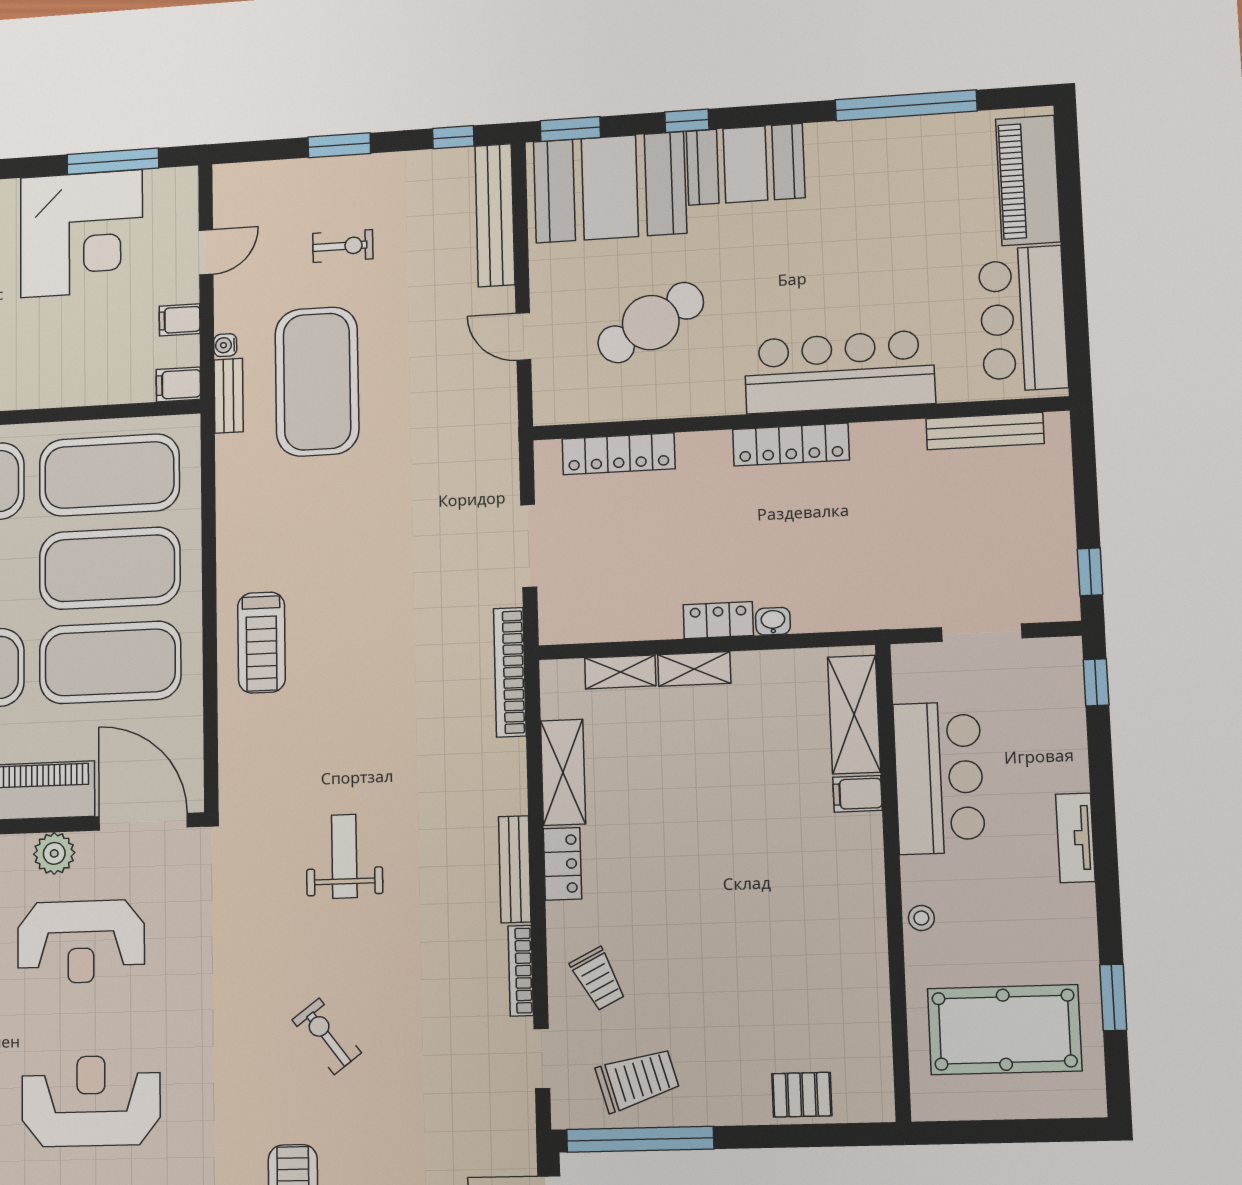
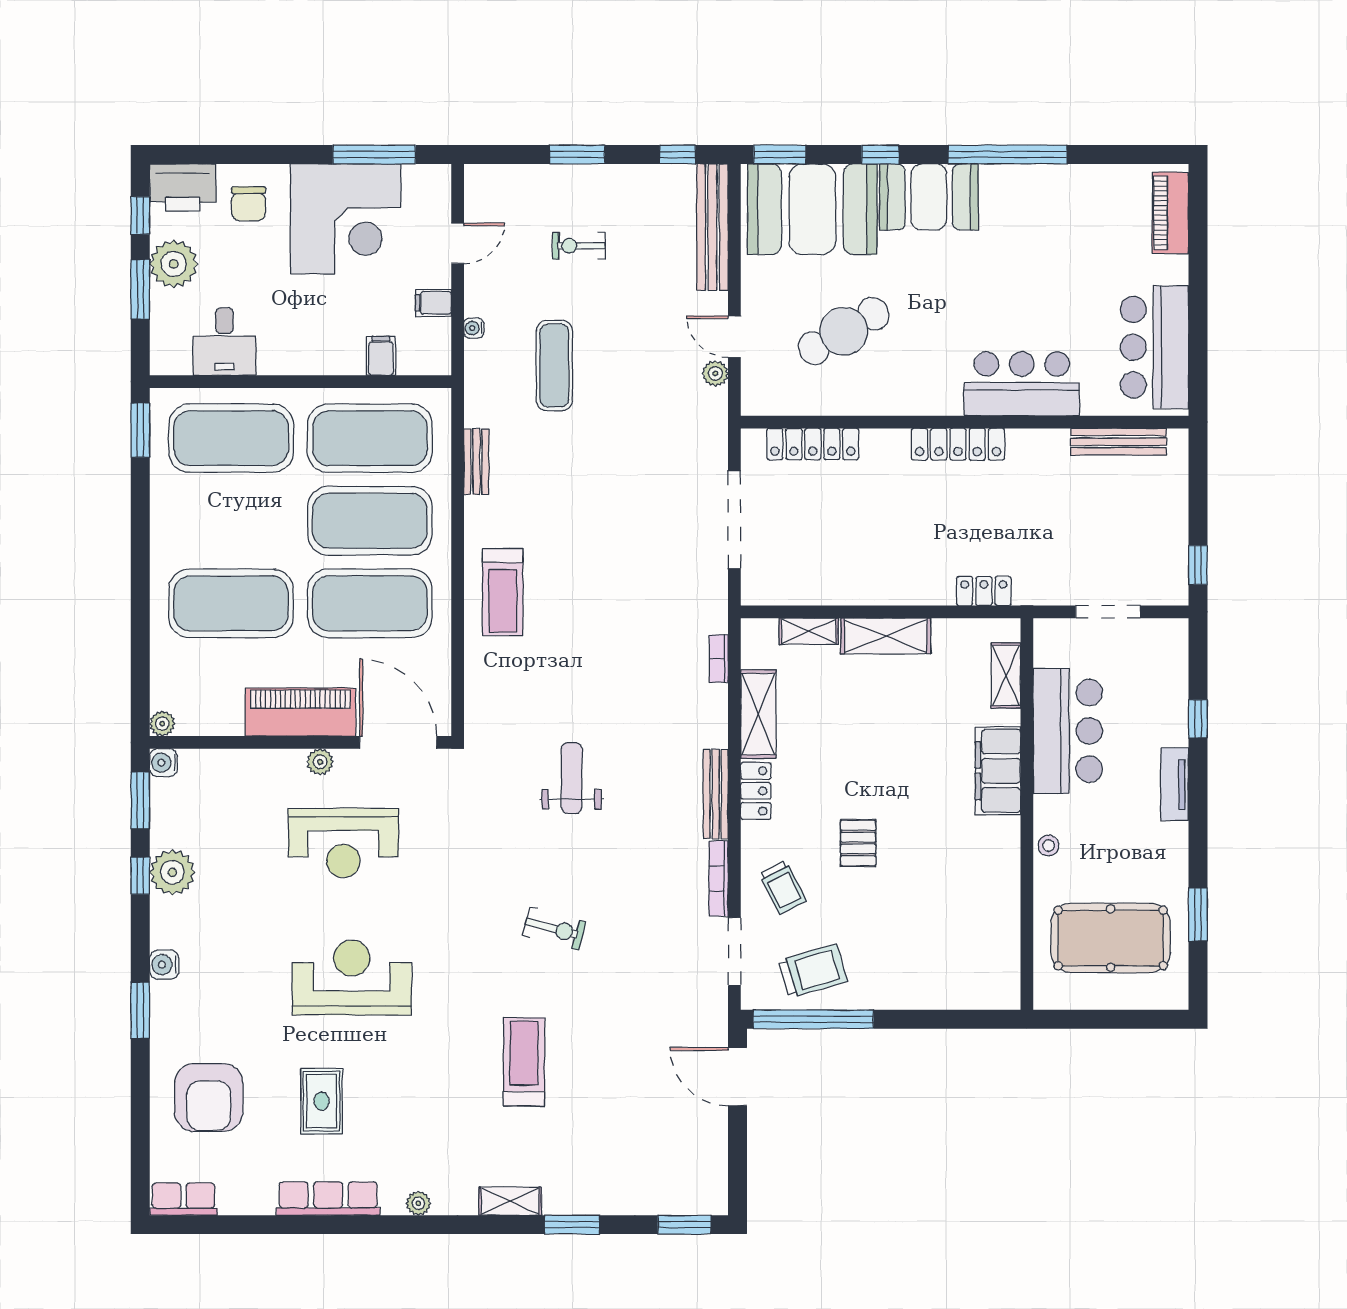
window: (906, 105) -> (1008, 155), moved
piano: (1028, 180) -> (1170, 213), width x0.73, depth x0.75
exercise bike: (343, 246) -> (579, 246), turned 180
bar counter: (839, 372) -> (1022, 384), width x0.73
plant: (502, 380) -> (715, 373), added
exercise mat: (317, 382) -> (554, 365), width x0.50, depth x0.69
filing cabinet: (178, 384) -> (381, 356), moved, turned 90
bench: (229, 396) -> (476, 462), moved
doorway: (529, 546) -> (734, 520), width x1.36
locker: (718, 620) -> (984, 591), moved
washbasin: (773, 621) -> (937, 594), removed
shelving: (694, 669) -> (886, 636), width x1.50, depth x1.33
bookcase: (510, 672) -> (719, 659), width x0.43, depth x0.76
window: (1096, 682) -> (1198, 719), moved
shelving: (854, 714) -> (1006, 675), width x0.67, depth x0.75
filing cabinet: (858, 794) -> (998, 771), width x3.00, depth x1.17
plant: (54, 853) -> (320, 762), width x0.73, depth x0.73
exercise bike: (327, 1036) -> (554, 929), turned 142
doorway: (542, 1058) -> (734, 951), width x1.38
pallet: (802, 1095) -> (858, 843), moved, turned 90

